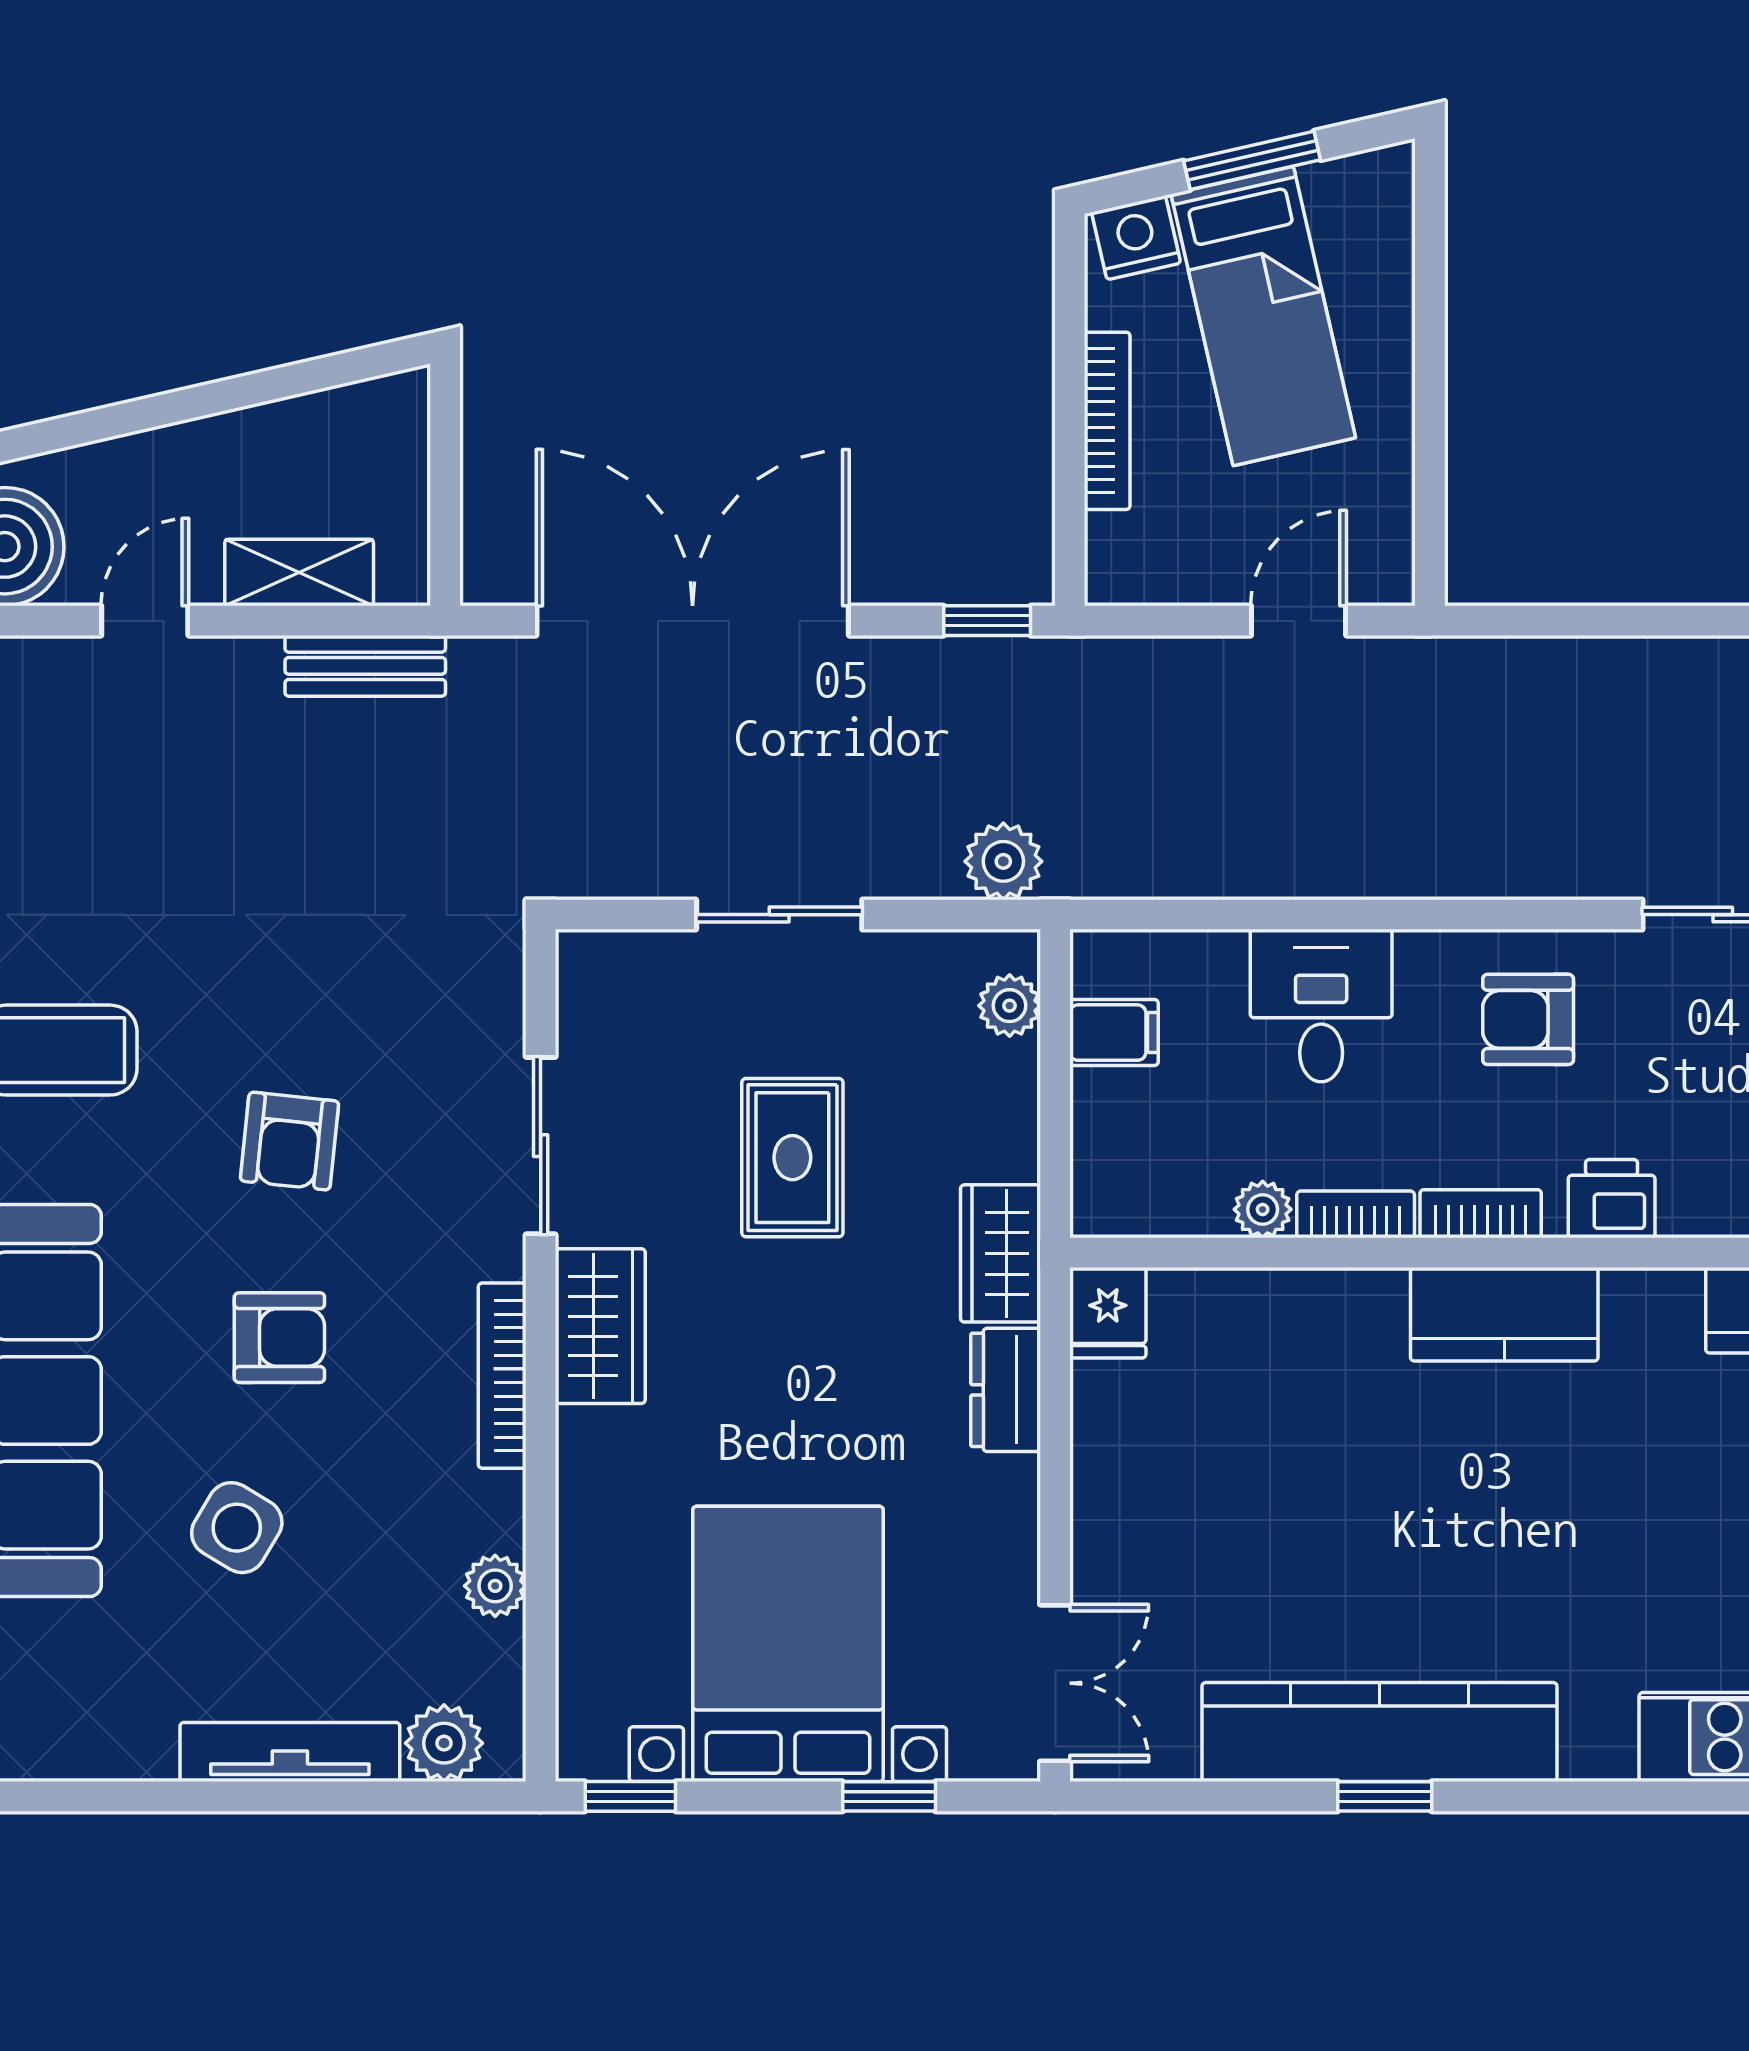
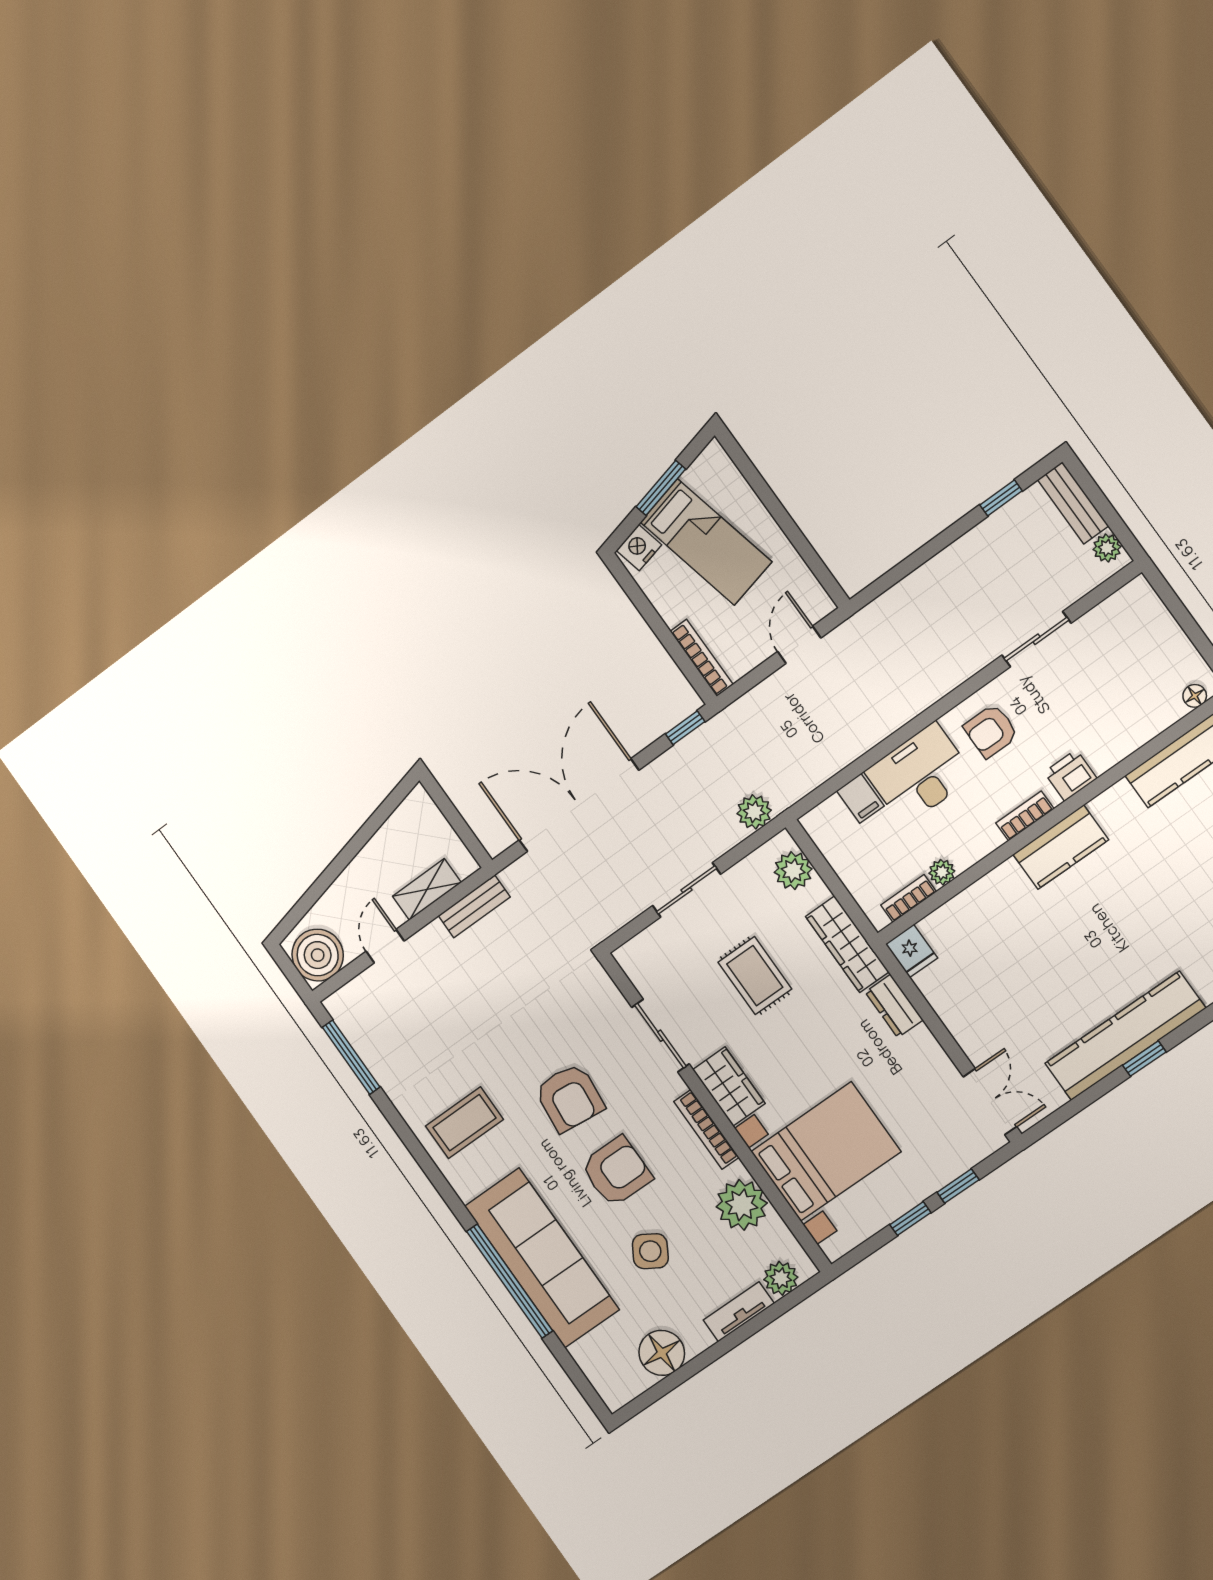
bookcase: (1107, 421) -> (702, 658), moved
plant: (1010, 1006) -> (793, 871), width x1.38, depth x1.38
desk: (1321, 1006) -> (919, 774), width x1.37
filing cabinet: (1114, 1033) -> (860, 798), moved, turned 90
armchair: (290, 1141) -> (570, 1098), width x1.38, depth x1.38
bookcase: (1356, 1214) -> (909, 898), moved
wardrobe: (1001, 1253) -> (847, 944), width x1.50
armchair: (279, 1338) -> (617, 1171), width x1.38, depth x1.38
plant: (495, 1586) -> (742, 1205), width x1.87, depth x1.87
bed with nightstands: (788, 1644) -> (826, 1152), moved, turned 90
floor lamp: (123, 1730) -> (662, 1353), added
tv unit: (290, 1752) -> (739, 1312), width x0.71
window: (630, 1796) -> (910, 1219), moved

